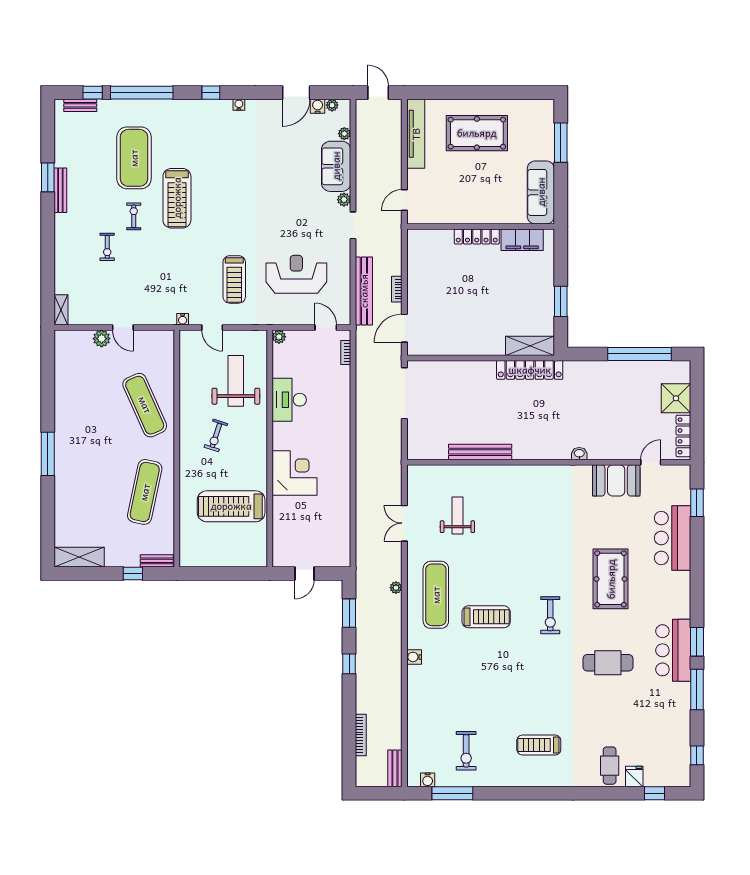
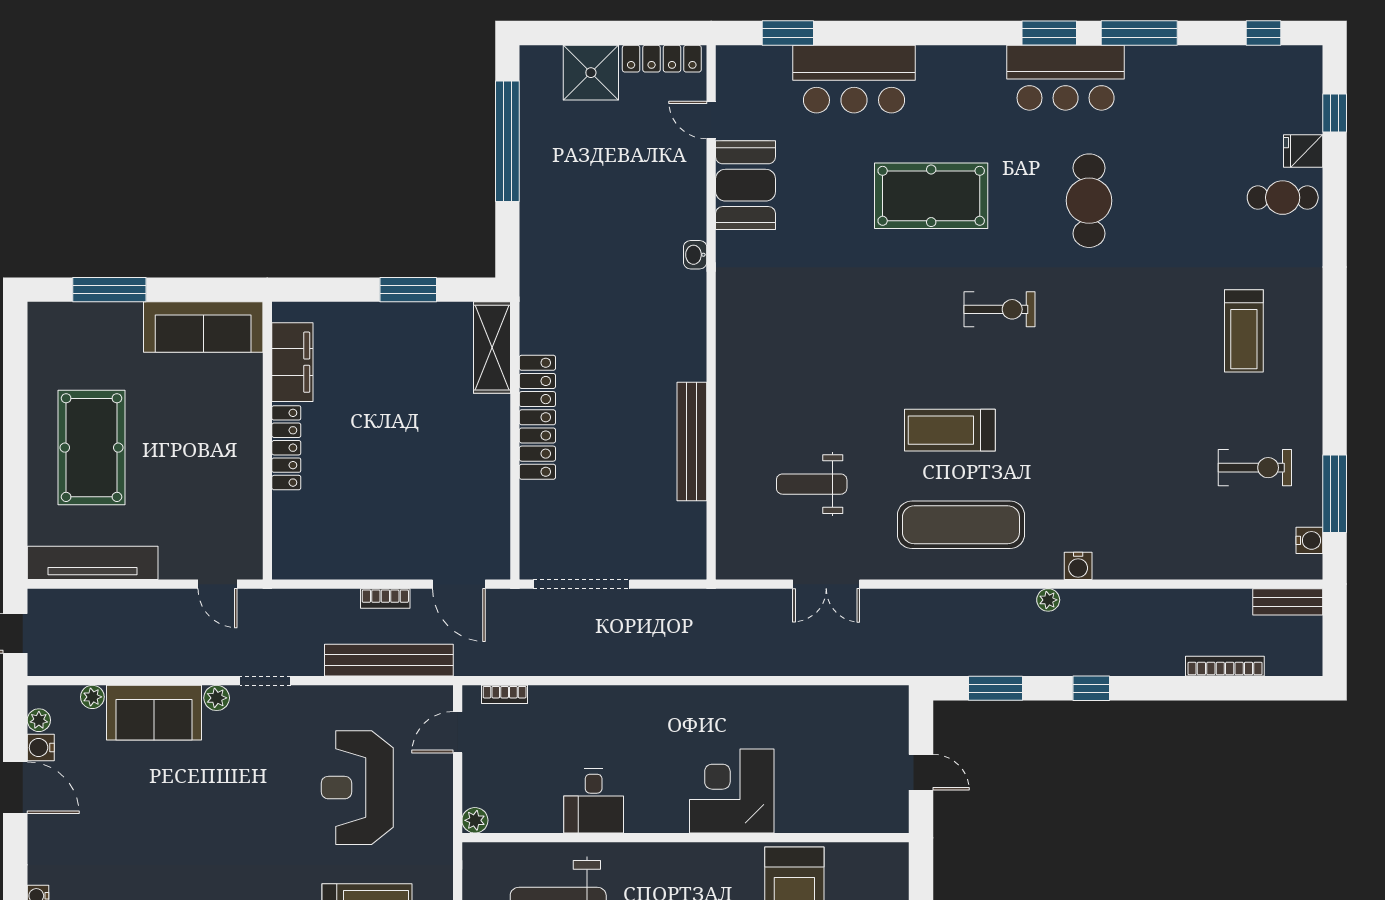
locker: (530, 370) -> (537, 417), moved
desk: (289, 400) -> (594, 801), width x0.73
plant: (396, 588) -> (1048, 600), moved
treadmill: (486, 617) -> (950, 430), moved, turned -90

